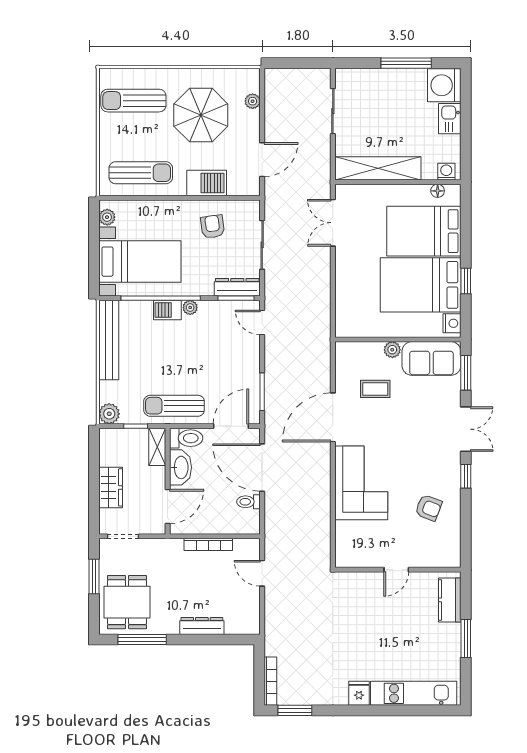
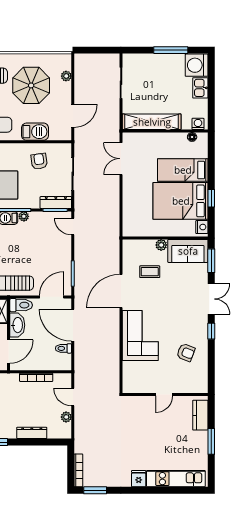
bed: (424, 231) -> (183, 170), width x0.67
plant: (252, 603) -> (66, 417), added

